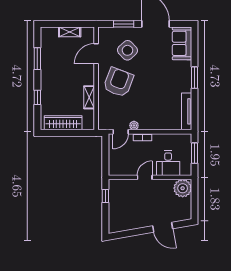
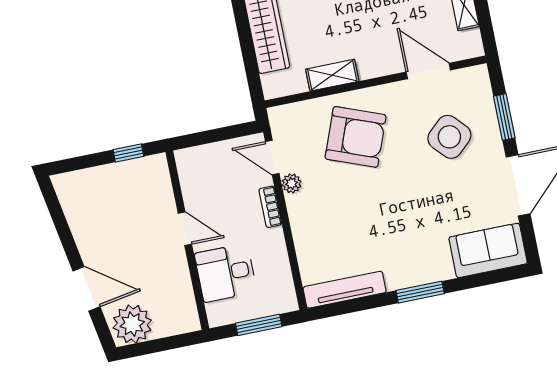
armchair: (118, 82) -> (356, 137), moved
plant: (183, 188) -> (132, 324), moved
door: (163, 227) -> (86, 289), swing flipped

